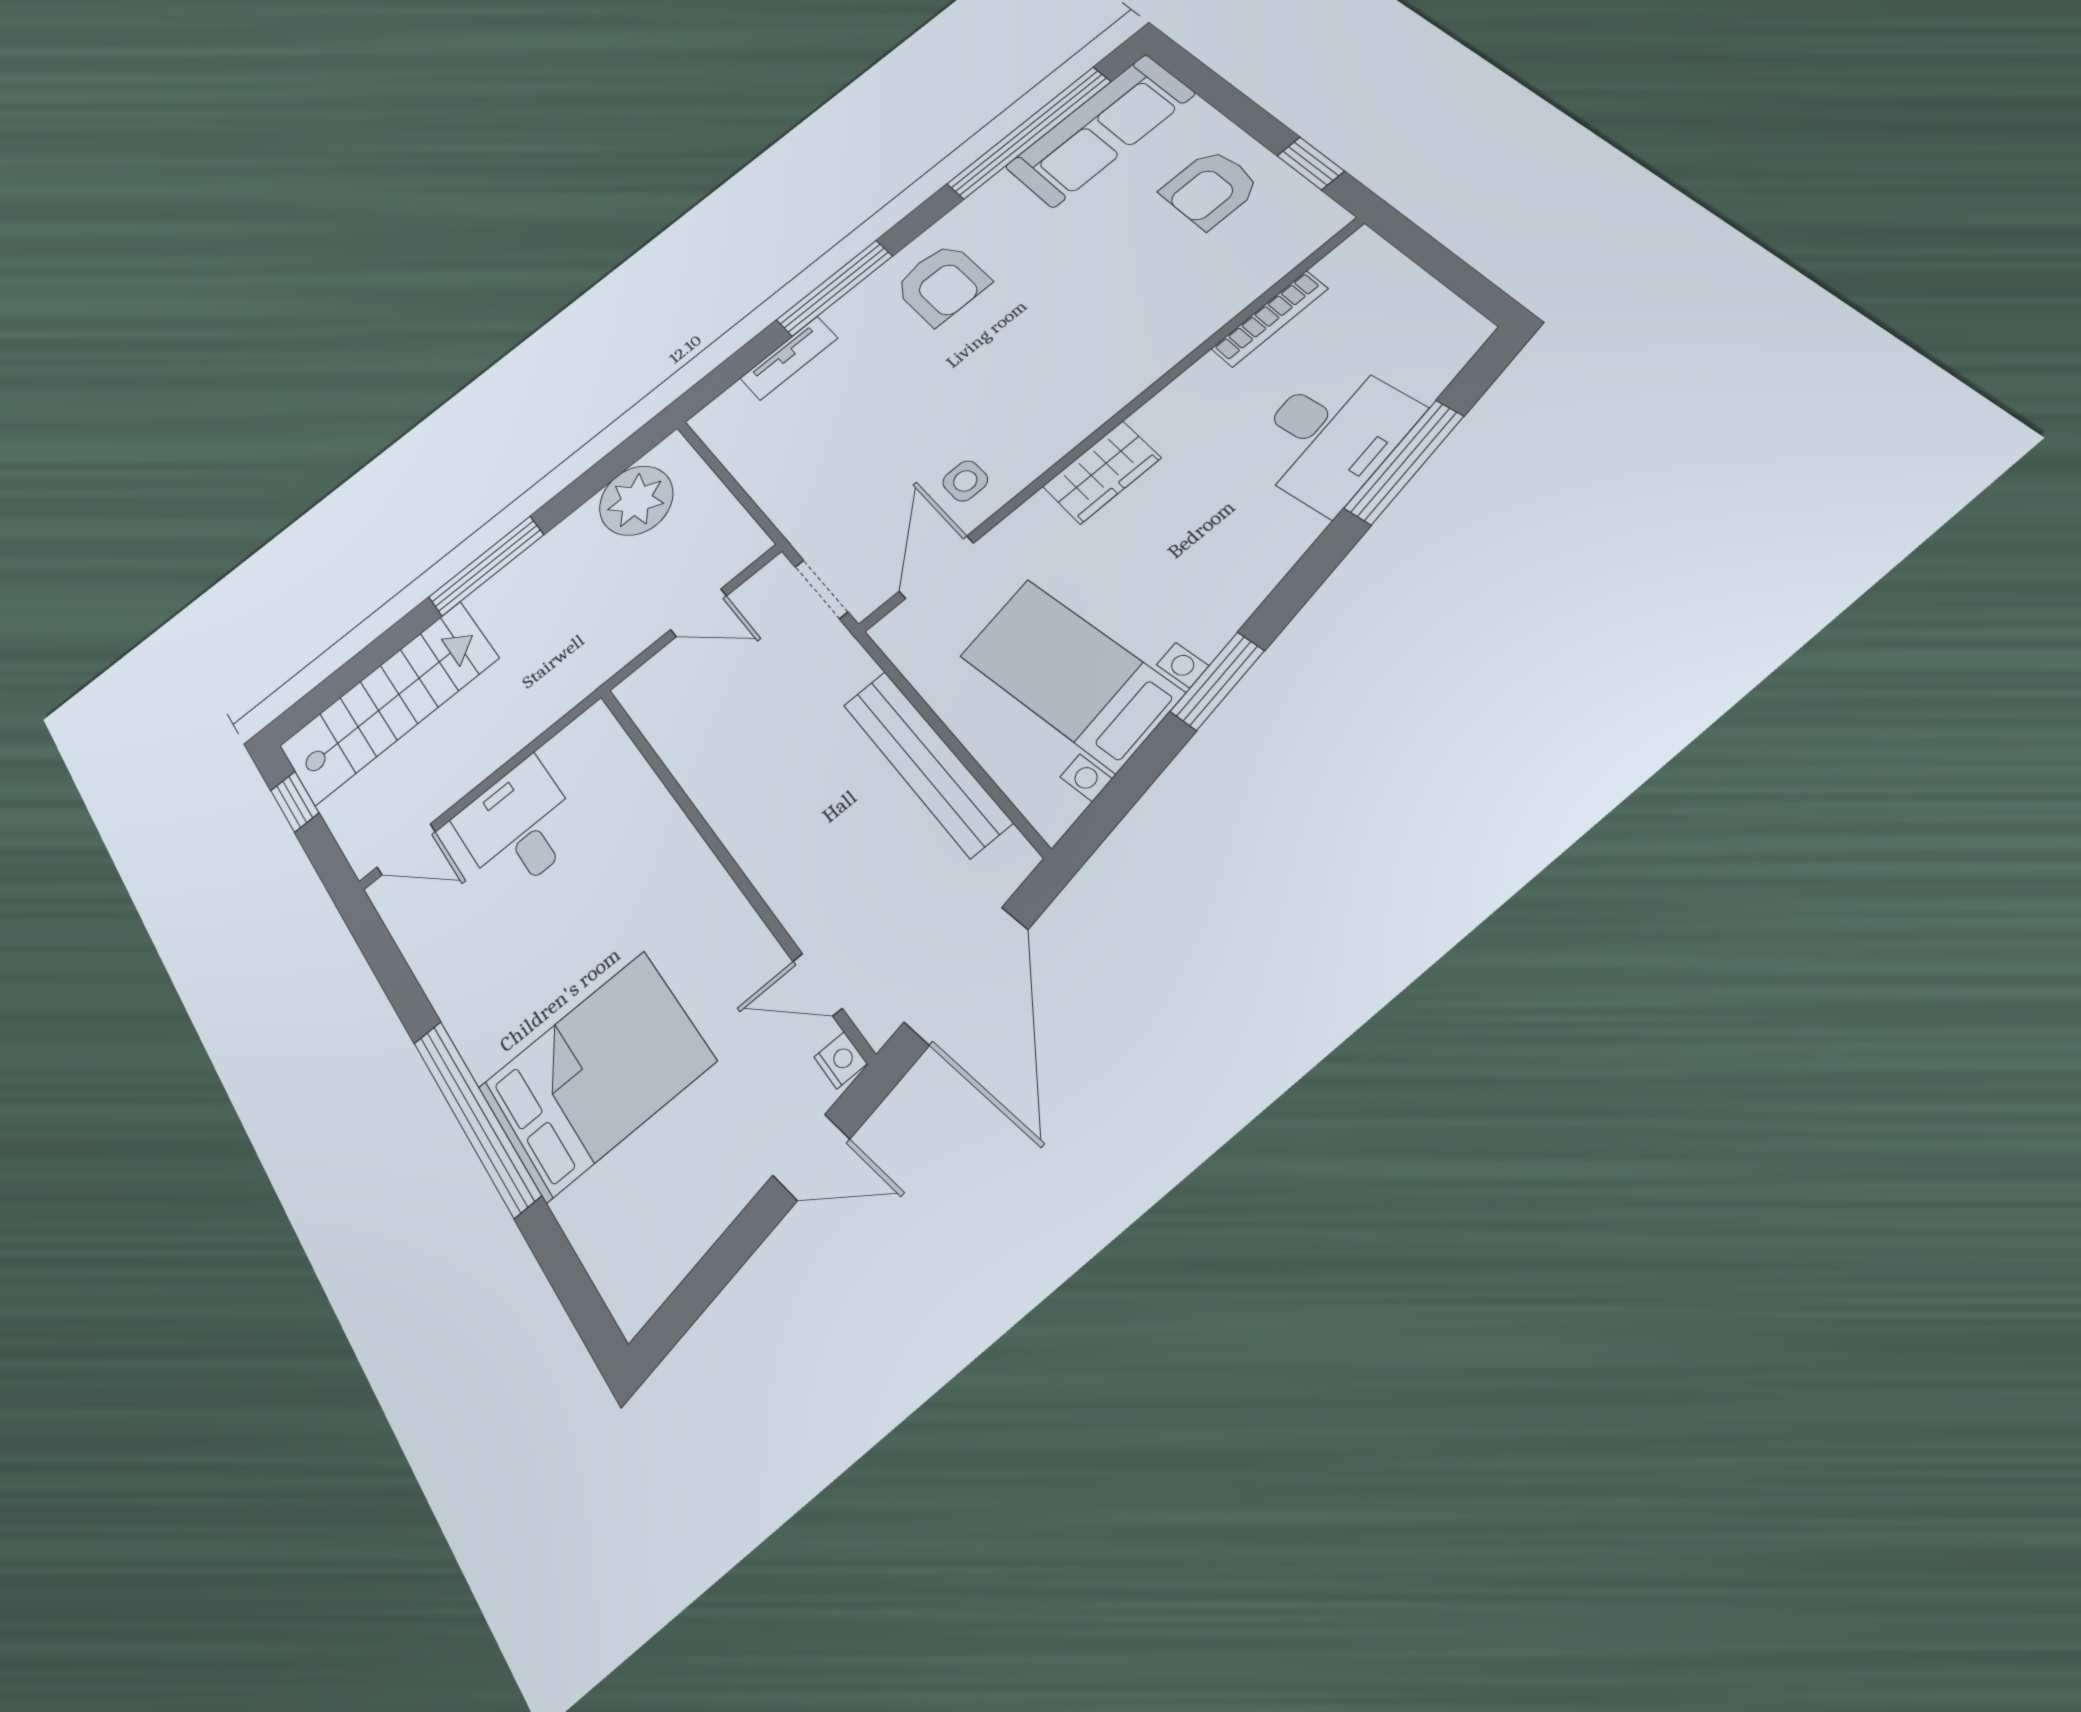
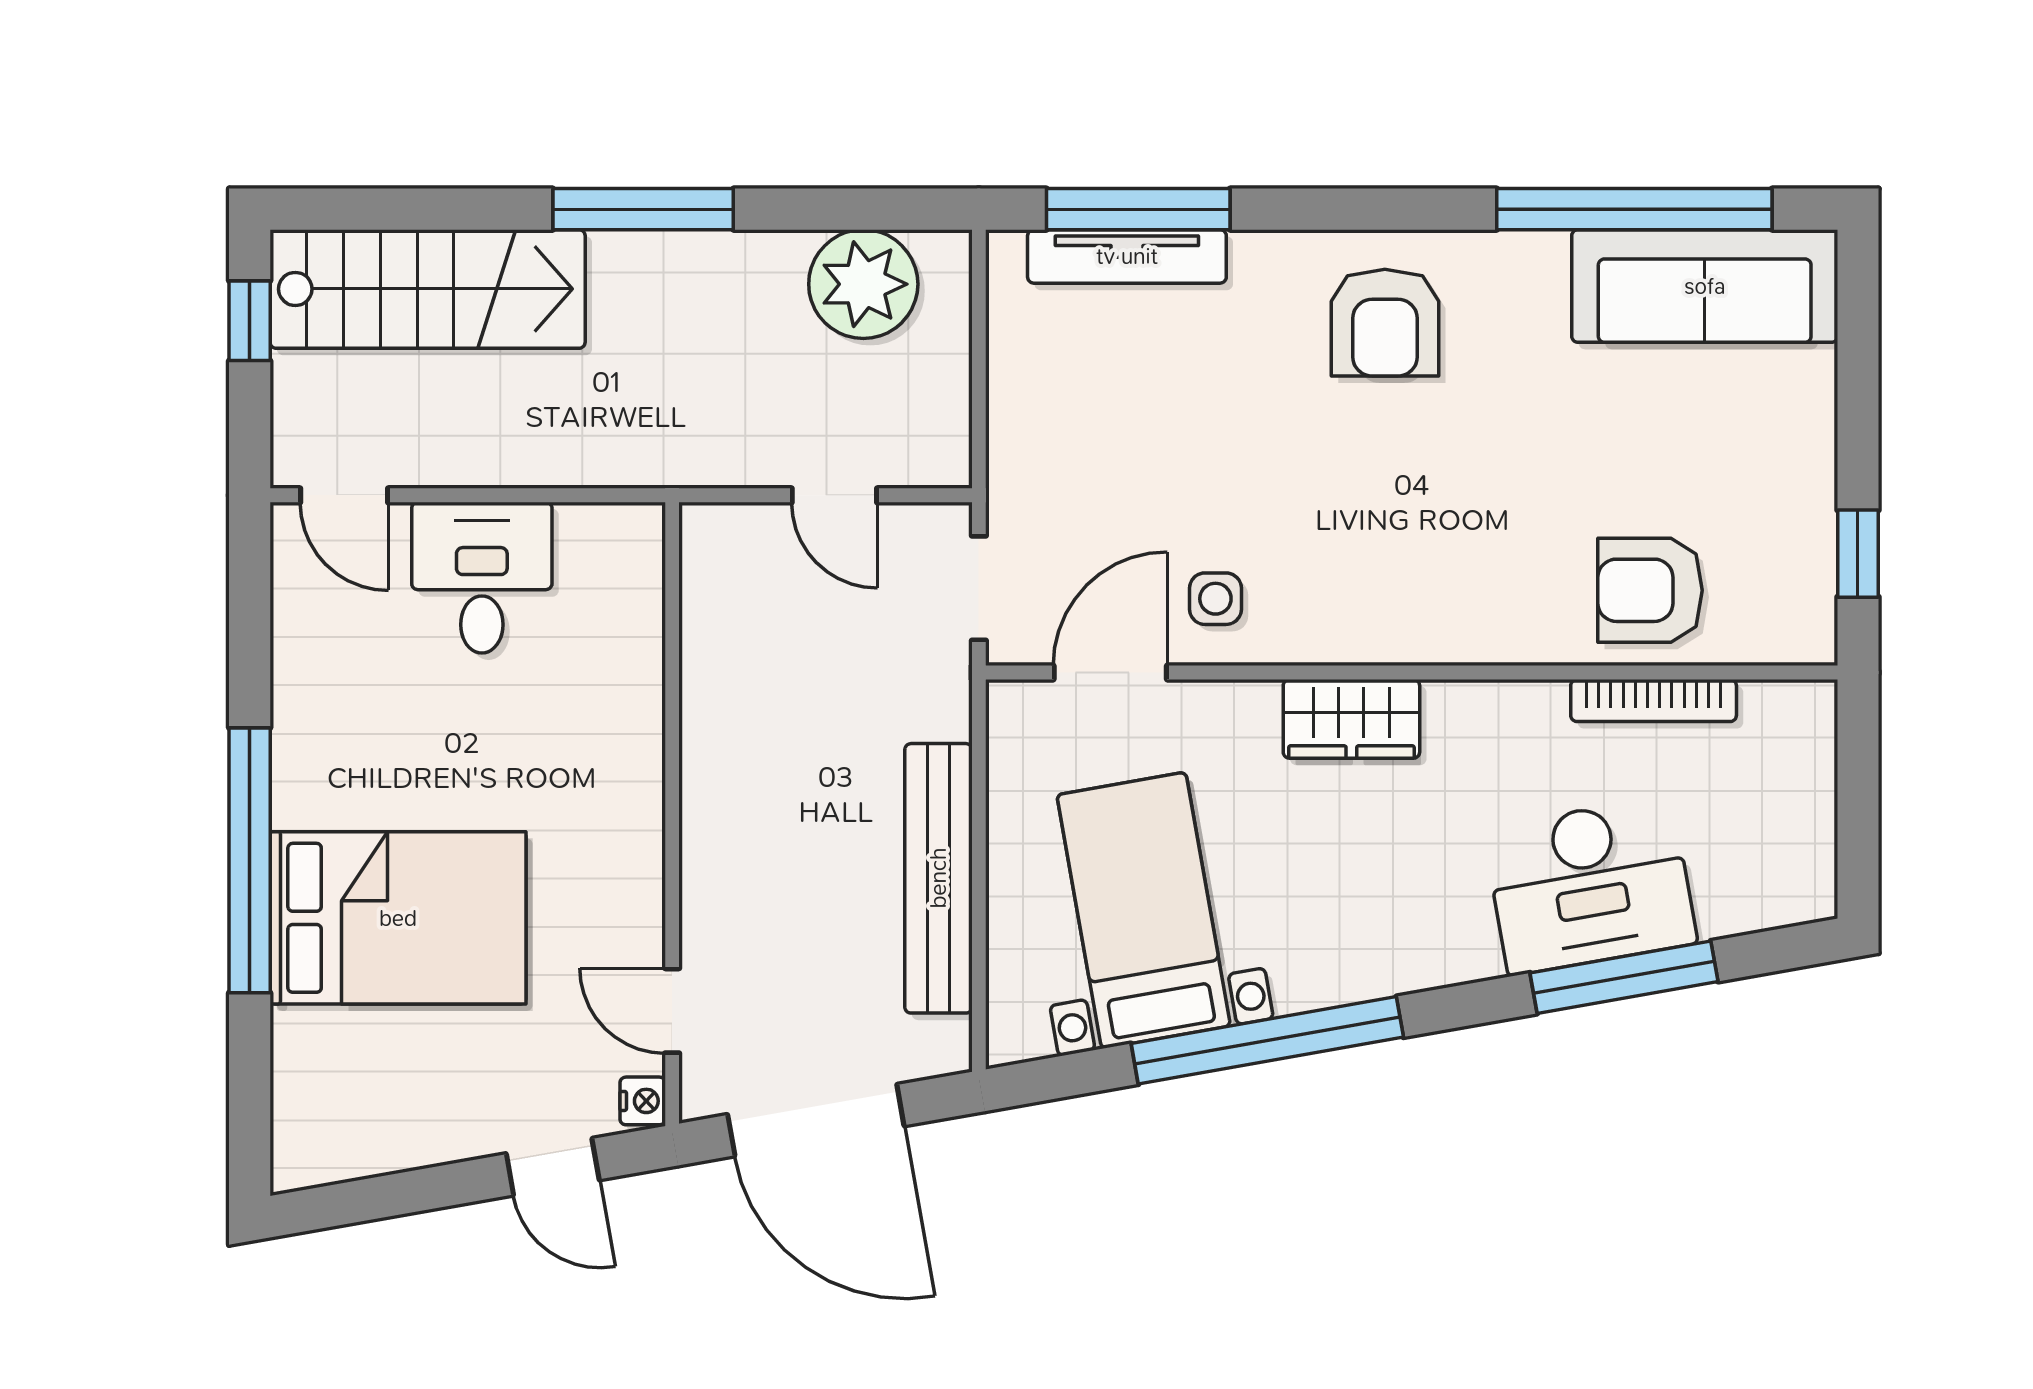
armchair: (1210, 189) -> (1650, 590), moved
window: (834, 288) -> (1138, 209), moved
tv unit: (789, 358) -> (1127, 256), width x1.41
window: (1217, 681) -> (1267, 1040), width x2.11
door: (966, 976) -> (816, 1120), hinge flipped

